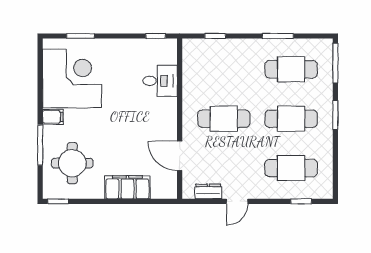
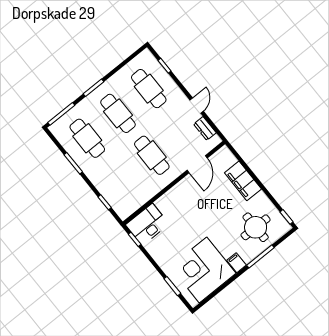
desk: (160, 81) -> (147, 224), moved, width x1.37
door: (237, 201) -> (197, 106), hinge flipped

